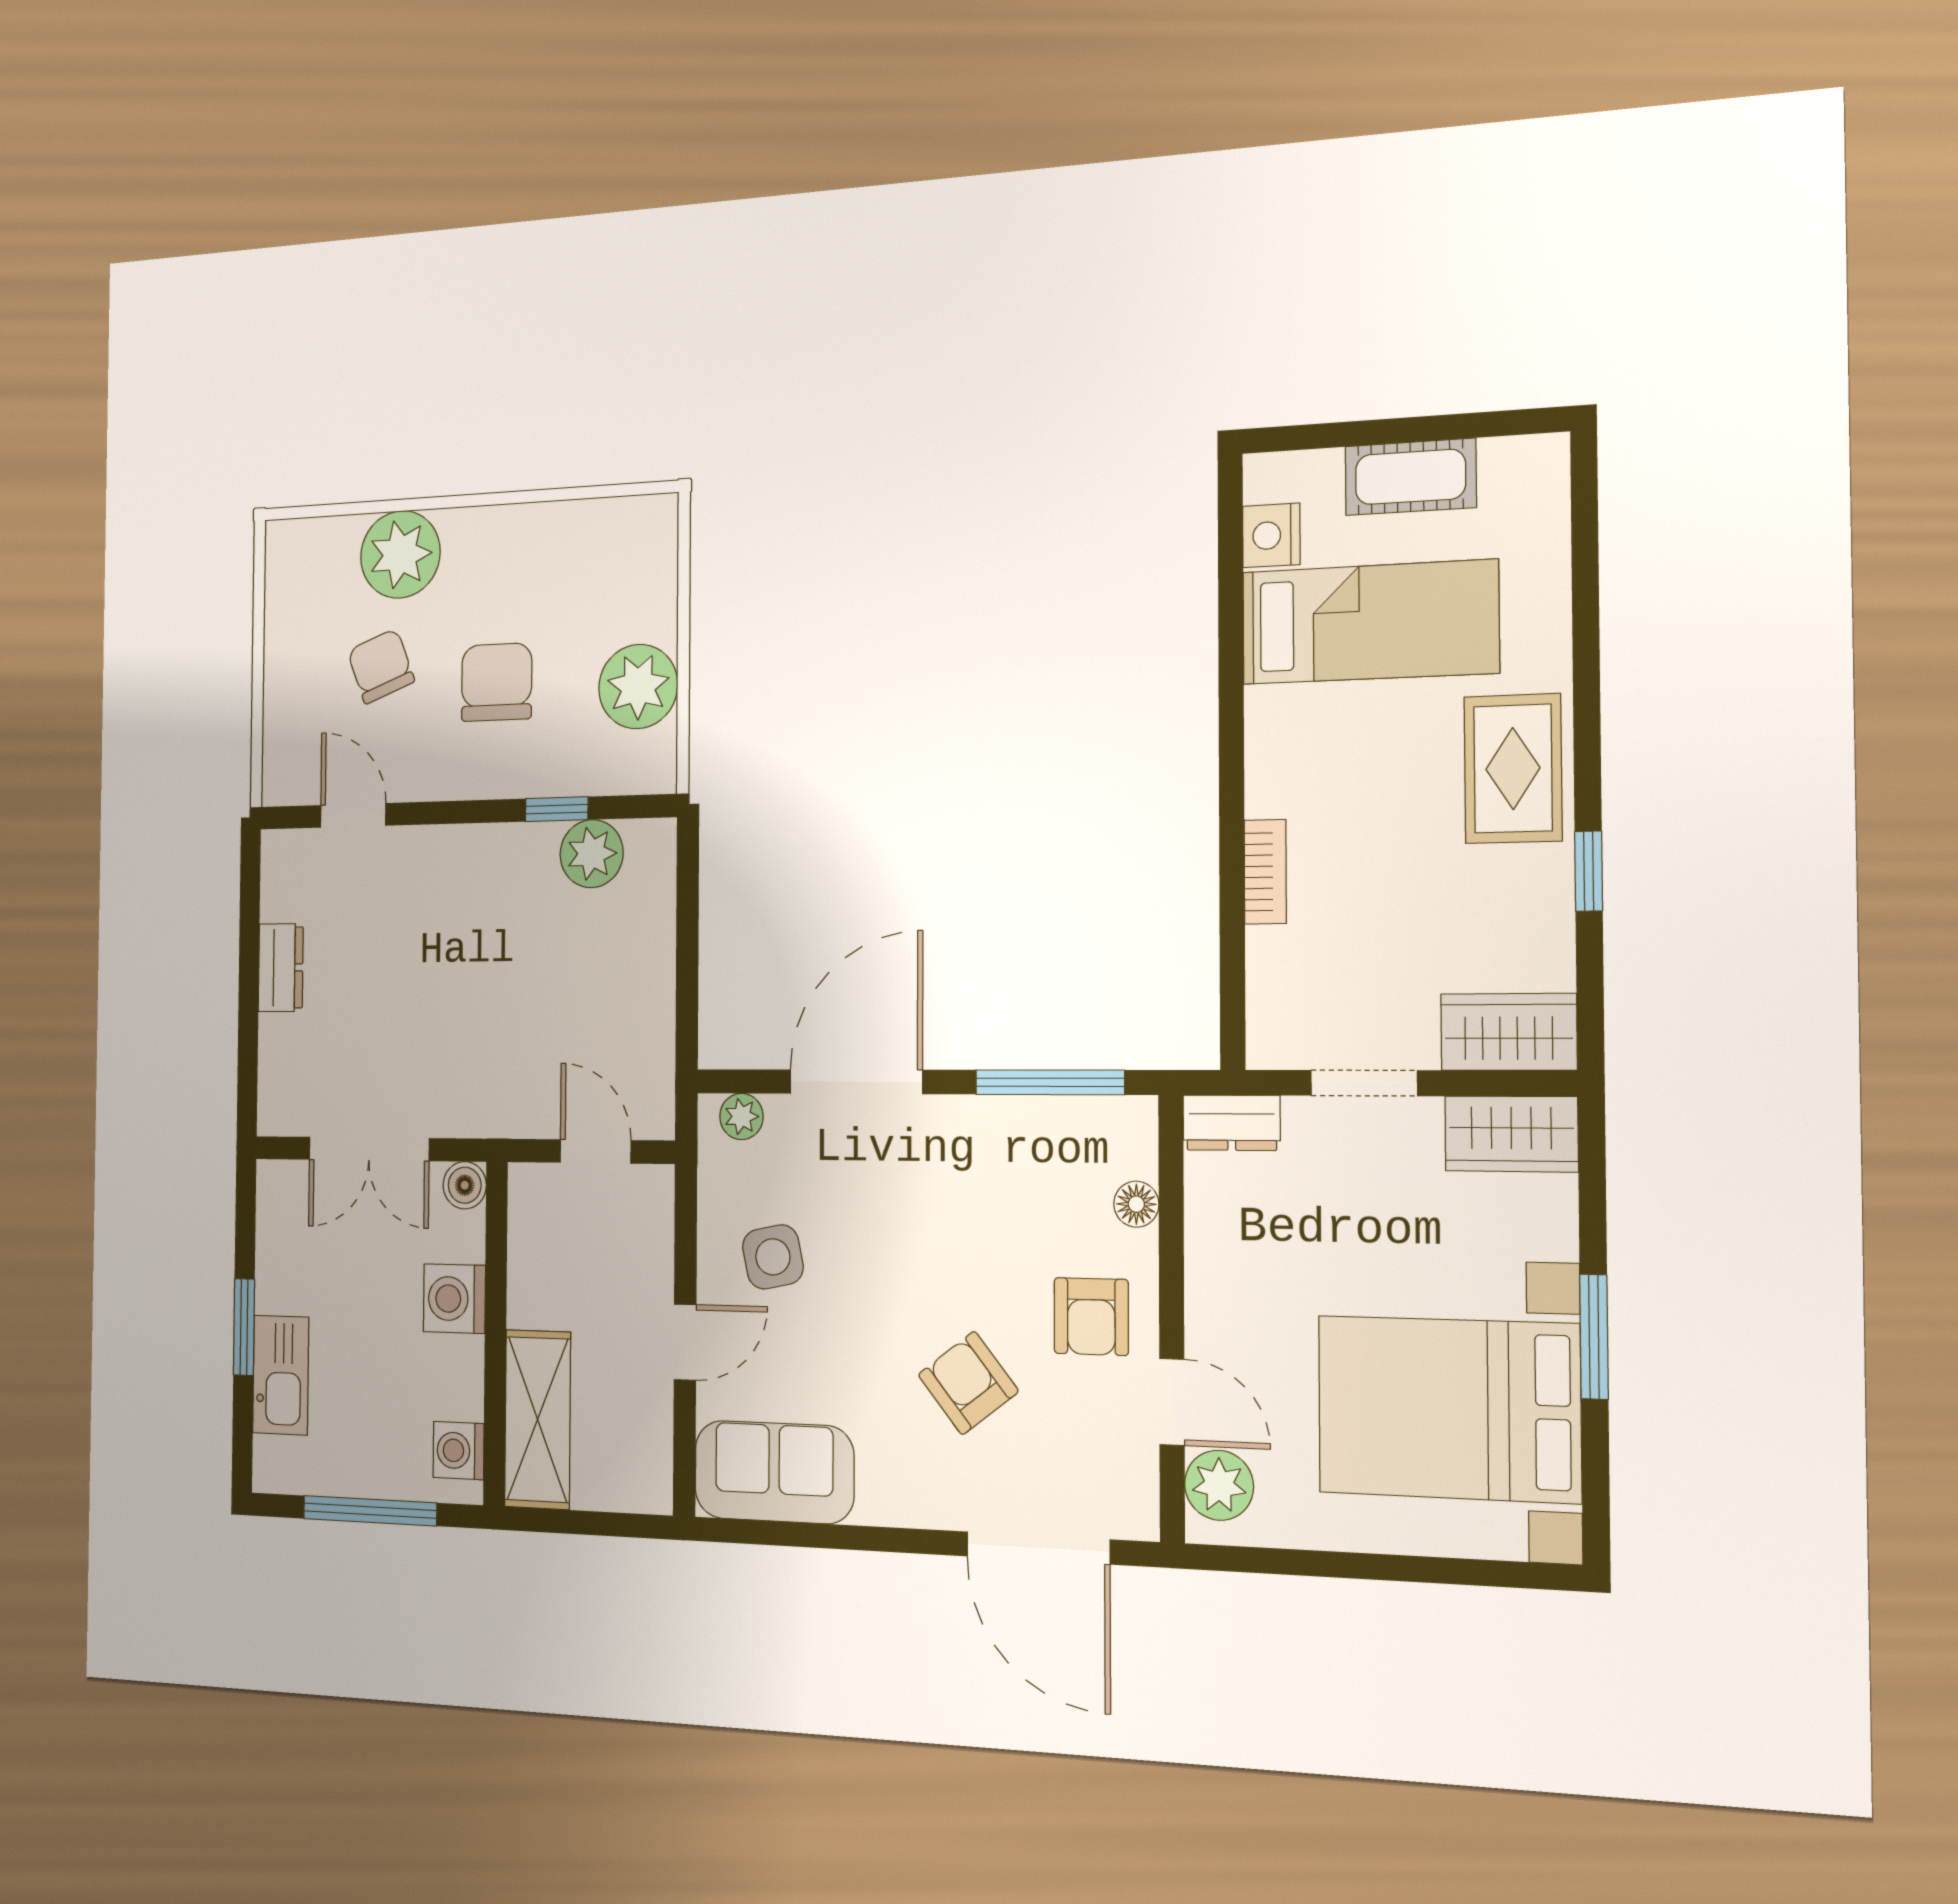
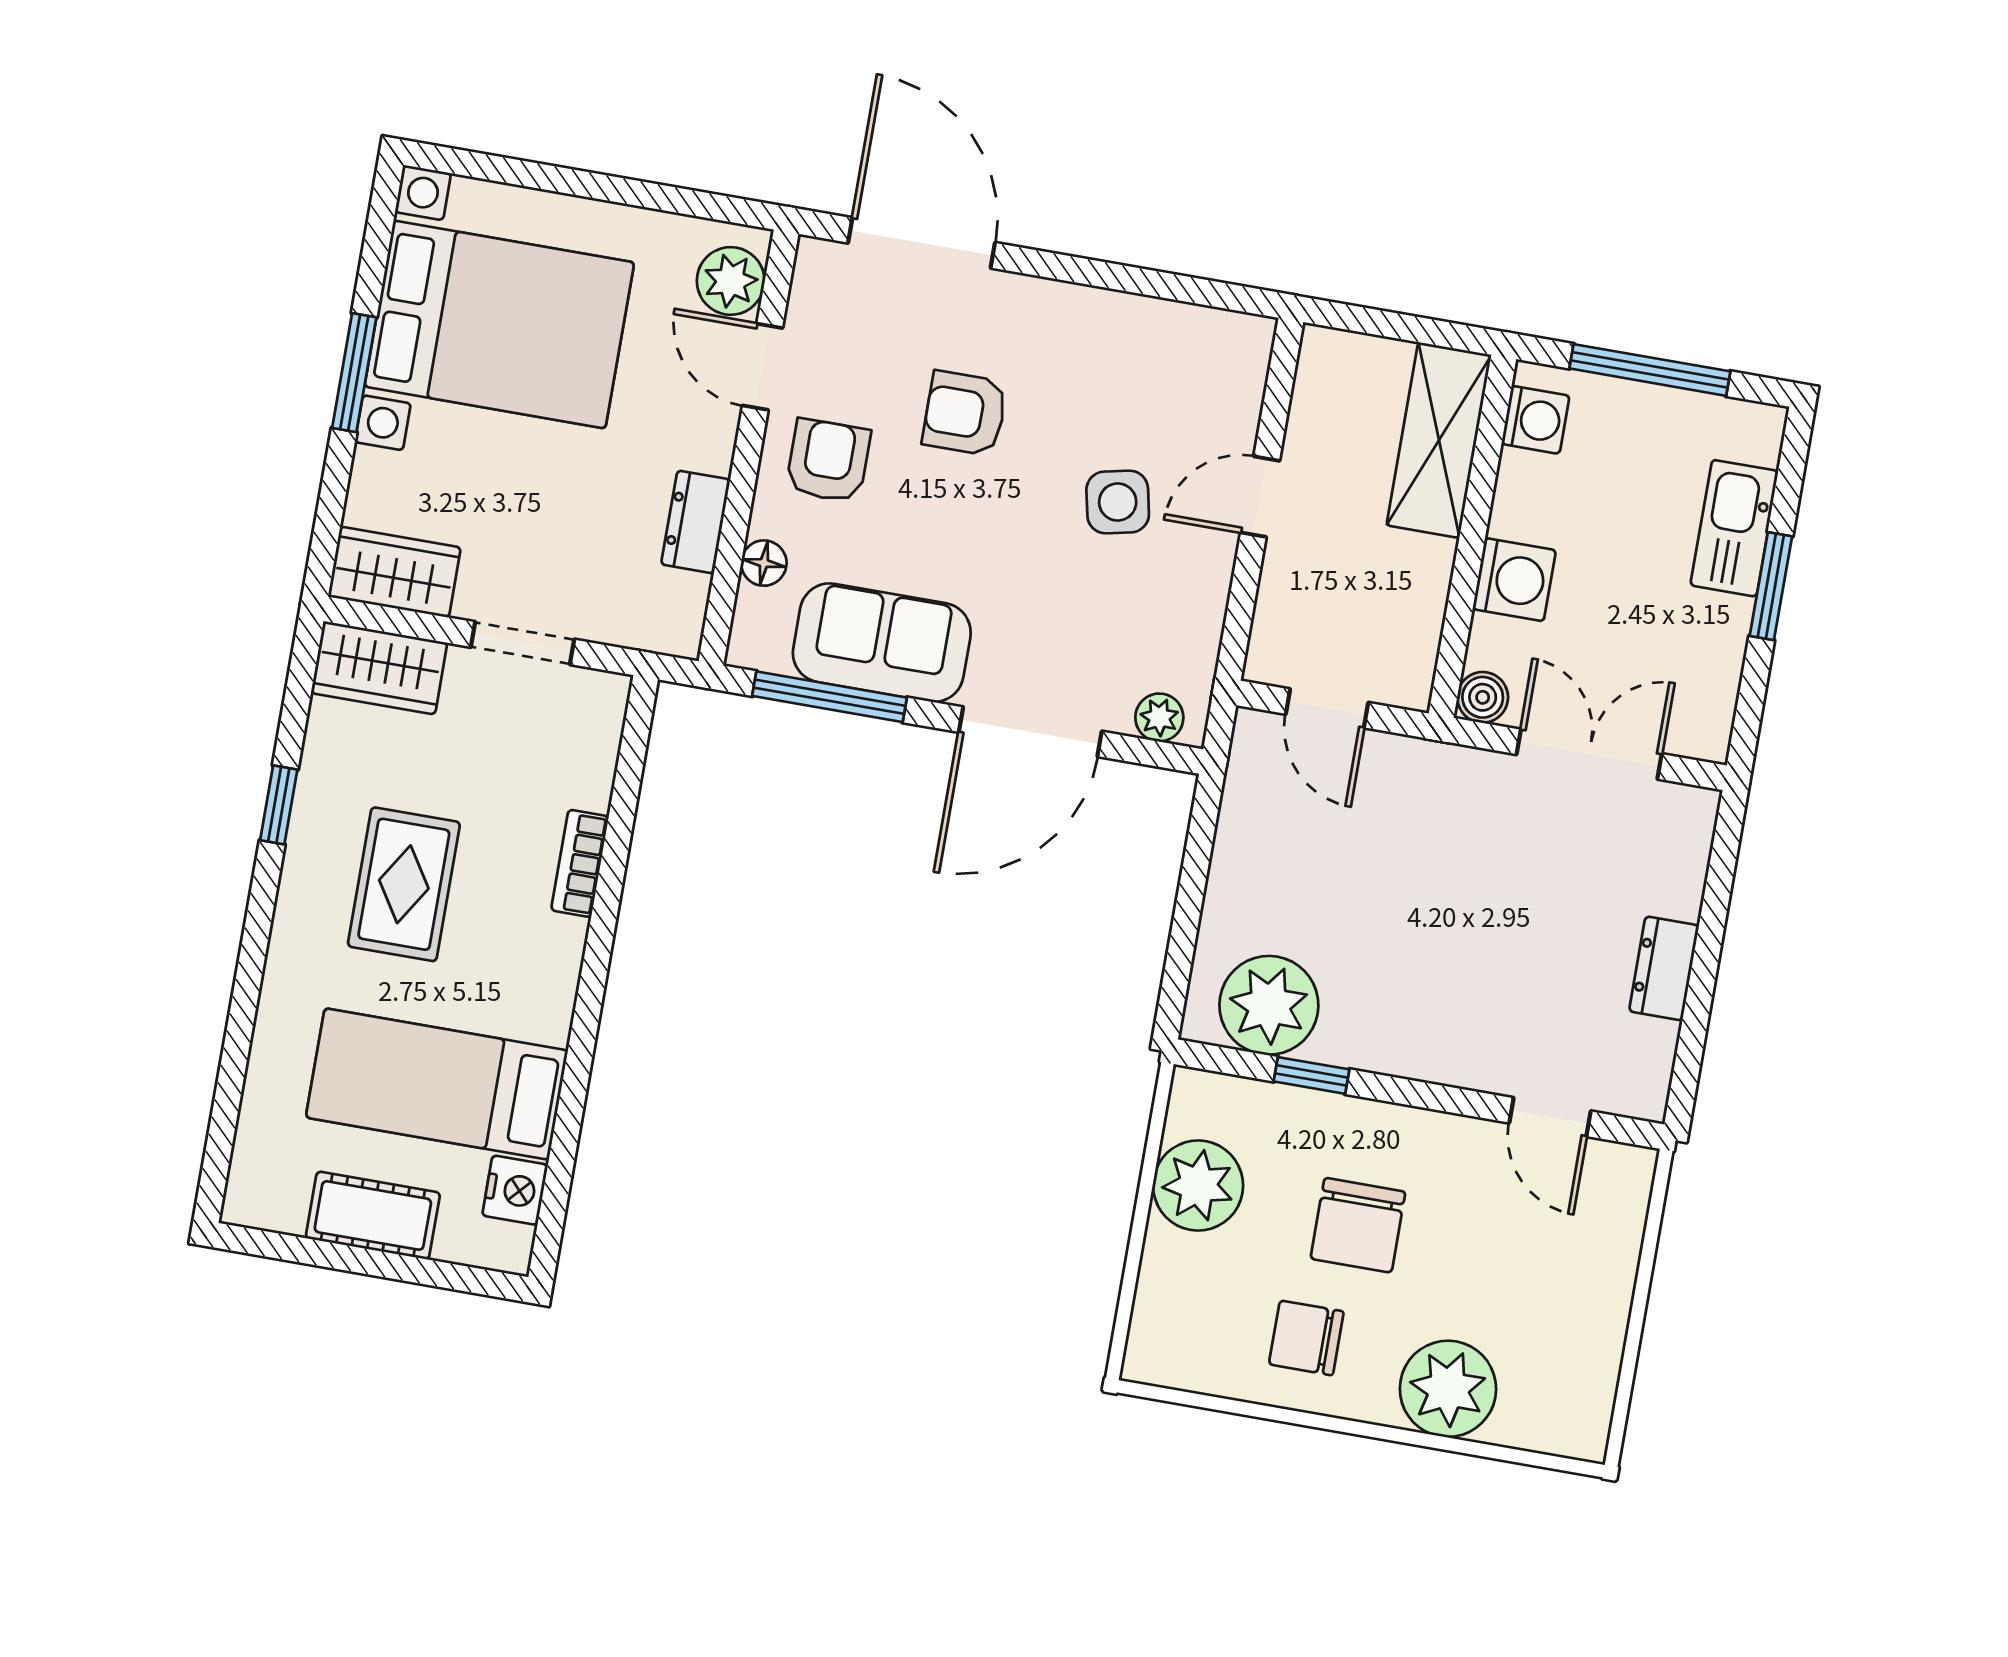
chair: (381, 666) -> (1306, 1338), moved, turned 111
rug: (1513, 769) -> (404, 884), moved
plant: (592, 854) -> (1269, 1005), width x1.36, depth x1.36
dresser: (1232, 1123) -> (696, 522), moved, turned -90
side table: (773, 1257) -> (1118, 502), moved
armchair: (968, 1383) -> (965, 413), turned 128
sofa: (774, 1472) -> (882, 643), moved, turned 180

